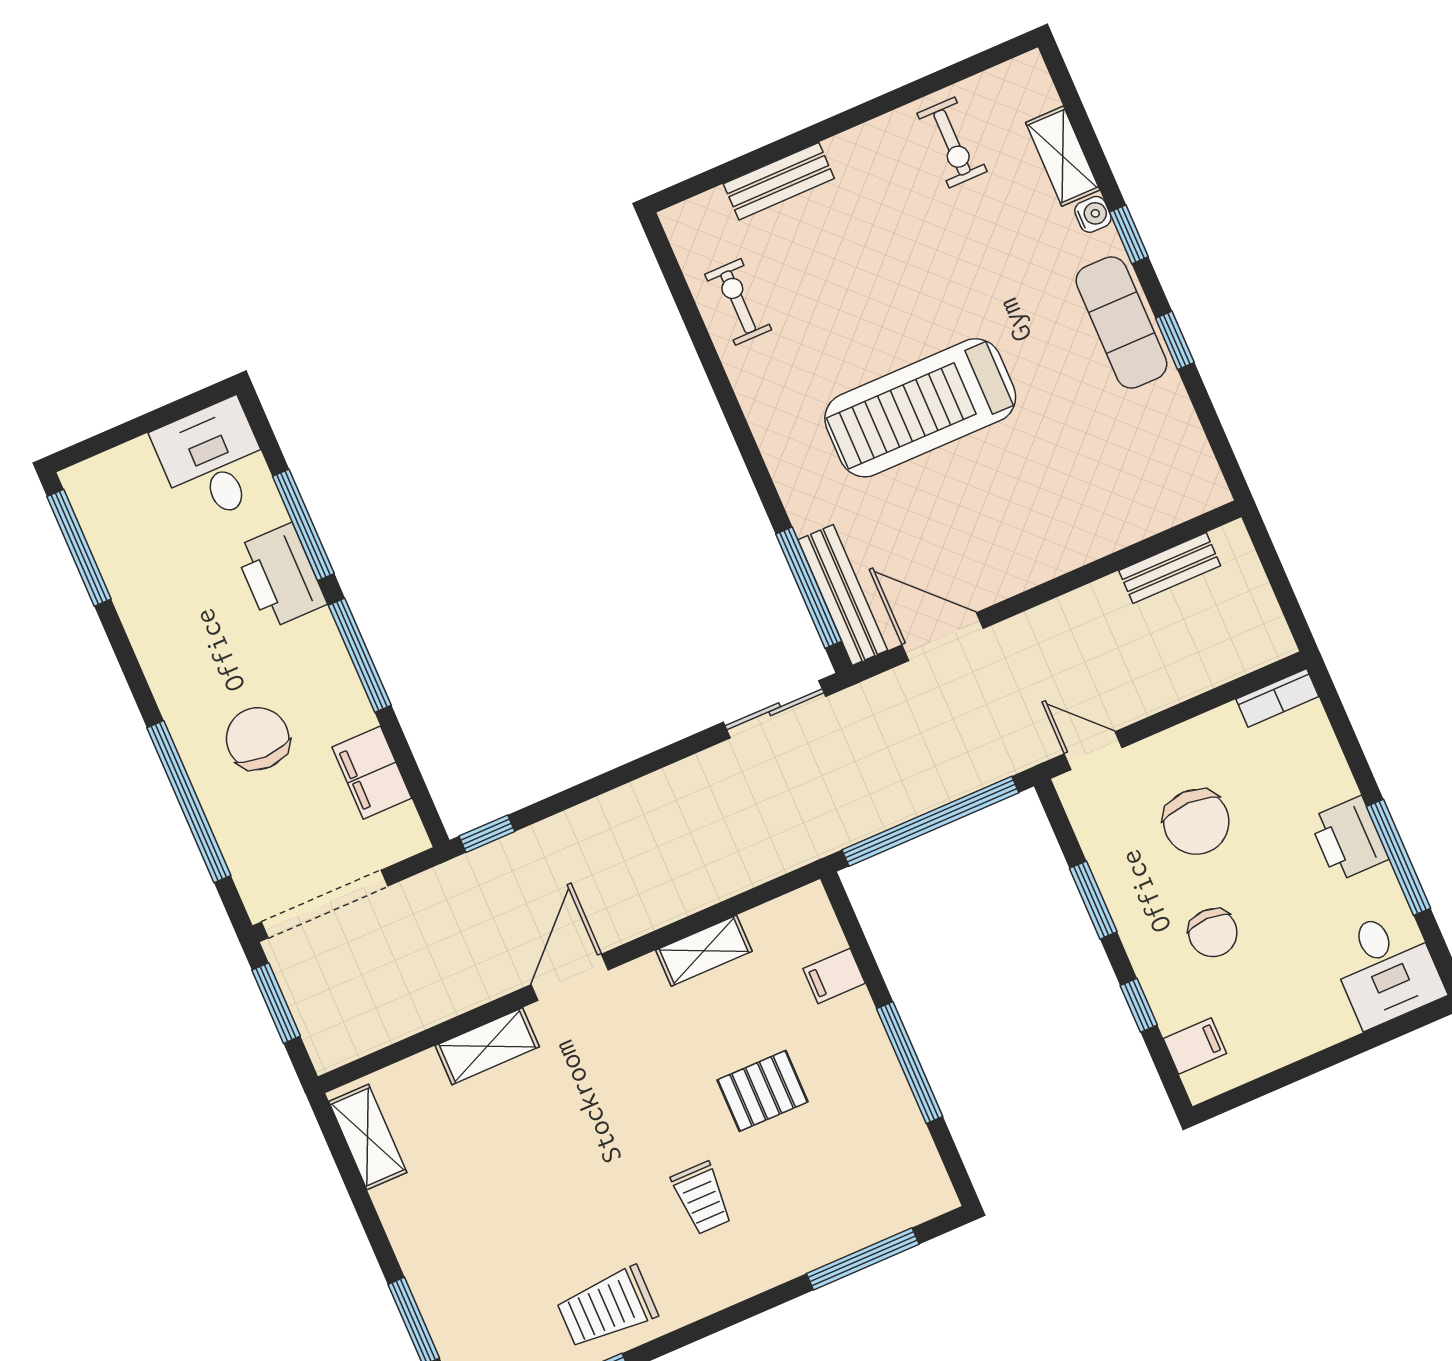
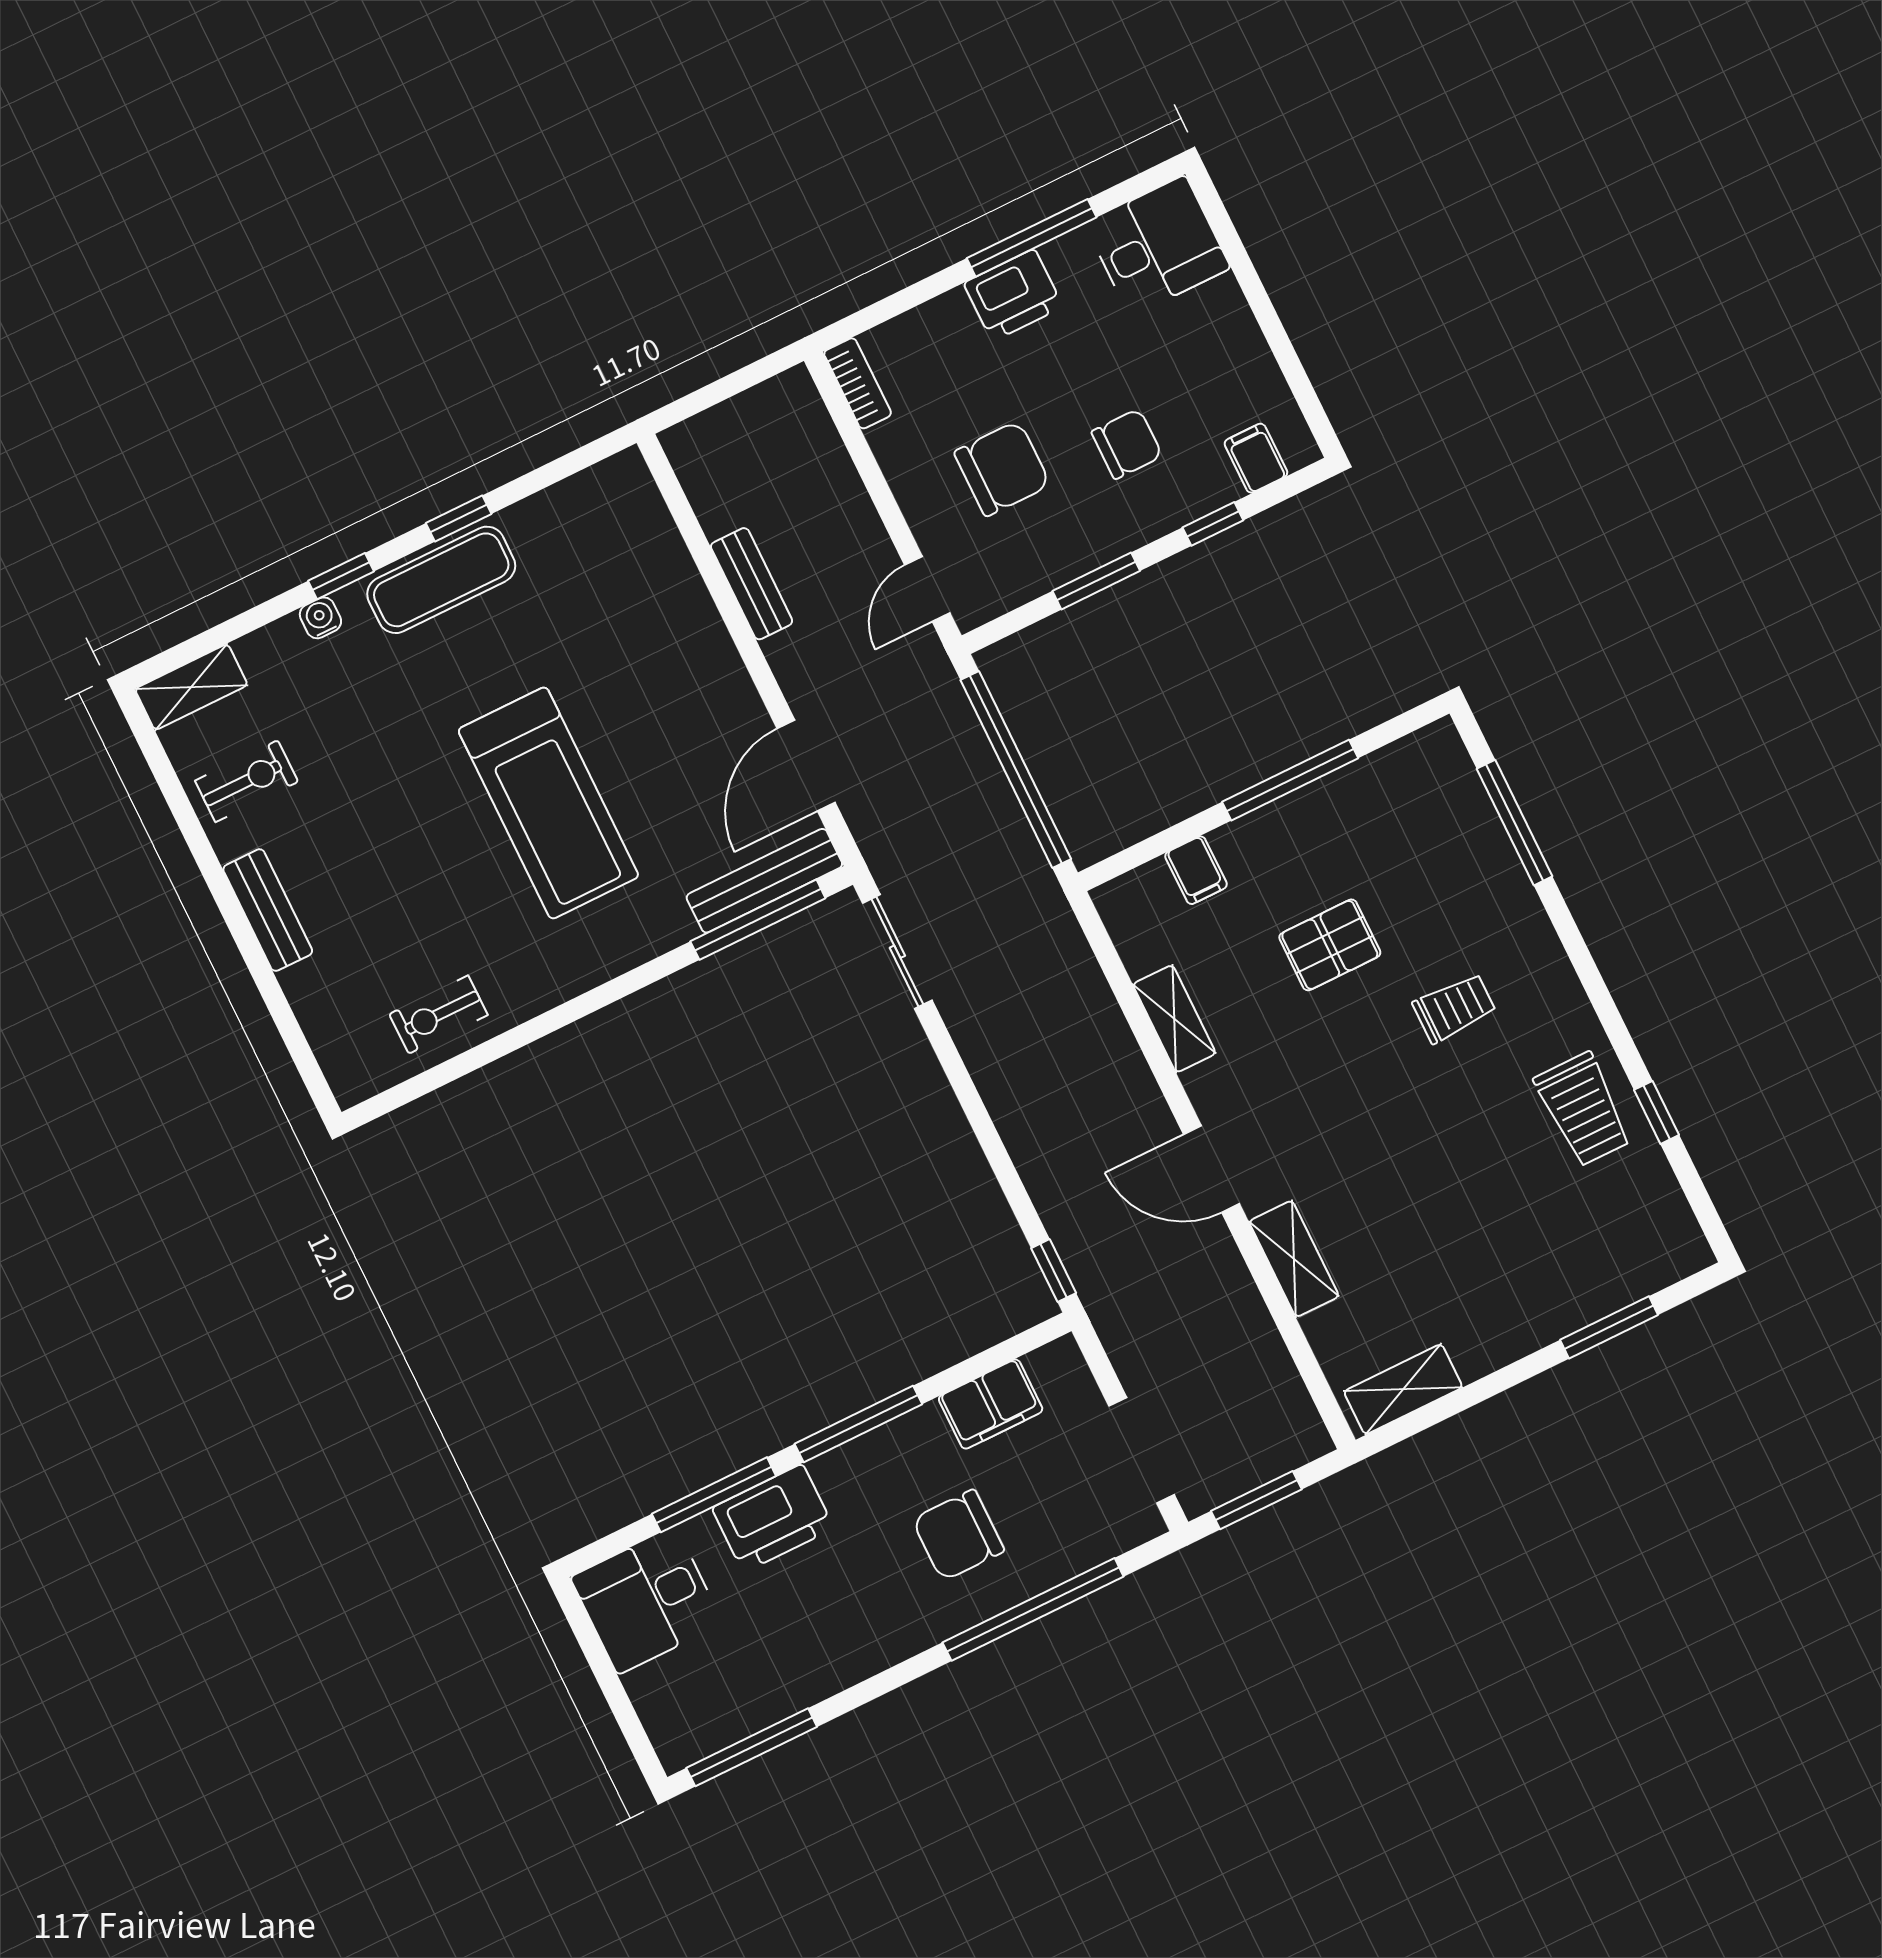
shelving: (1063, 156) -> (191, 687), moved
bench: (779, 181) -> (268, 910), moved
bench: (1170, 568) -> (752, 584), moved
doorway: (325, 904) -> (1142, 1450), width x0.73
pallet: (763, 1091) -> (1330, 945), turned 90

